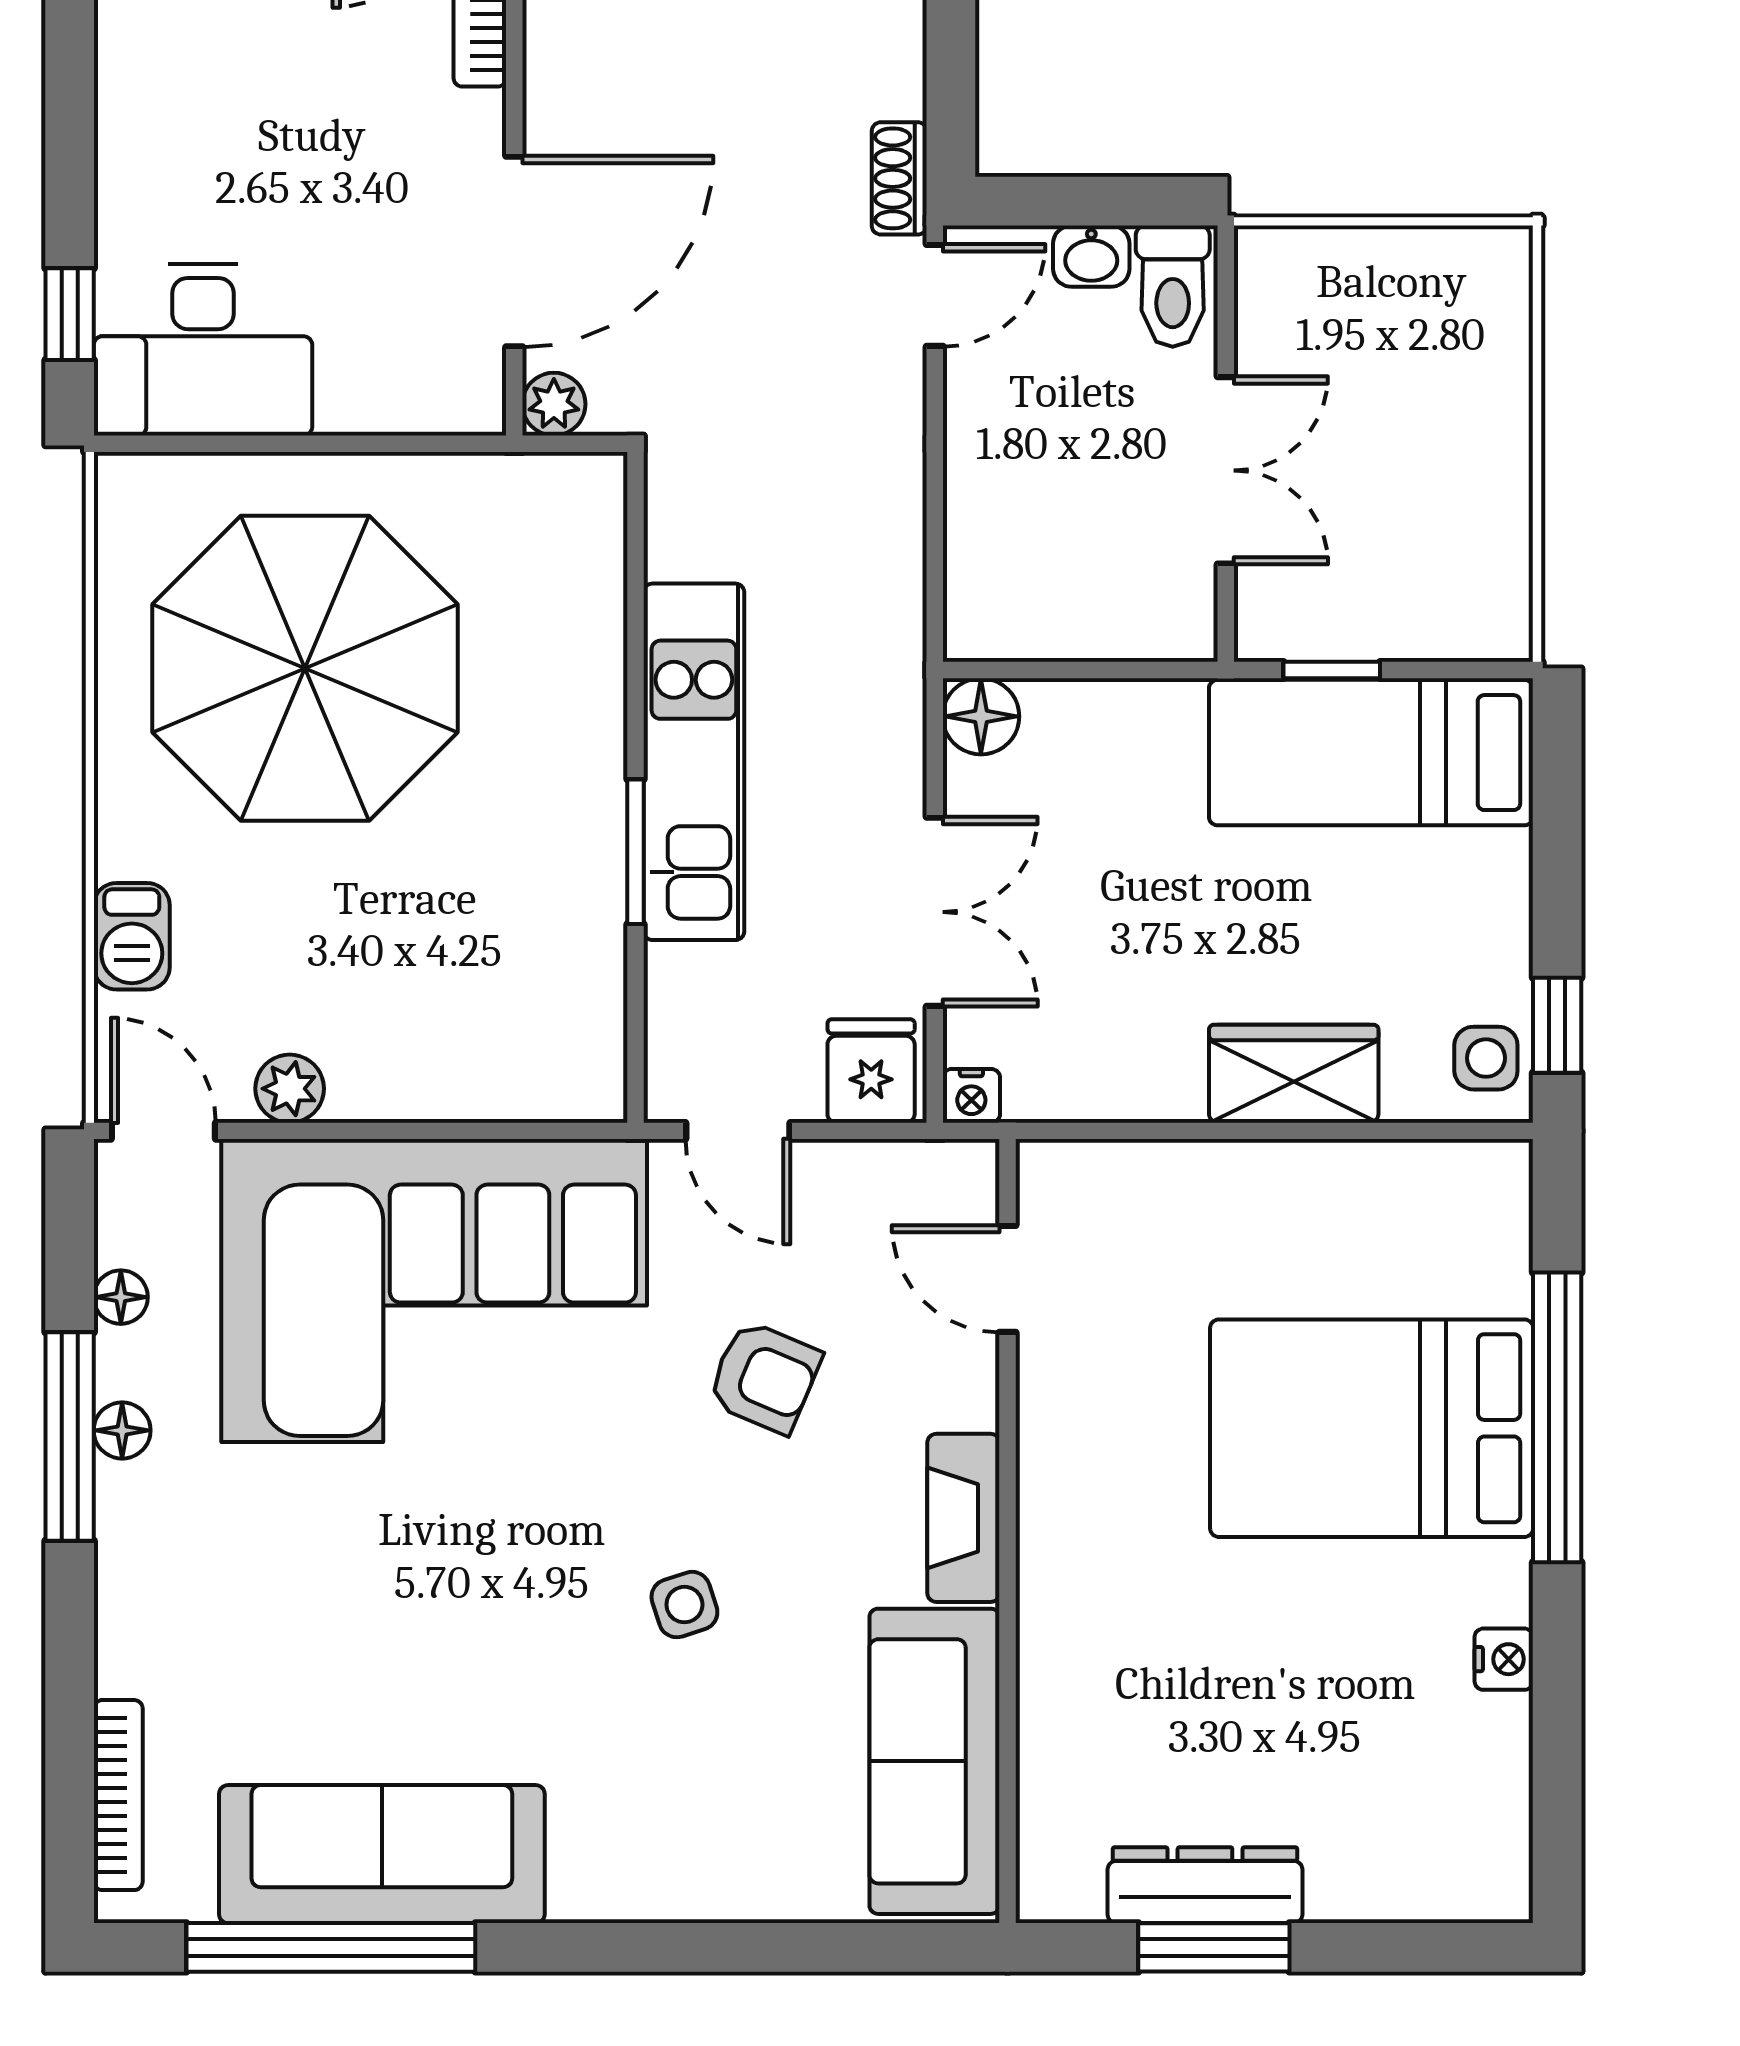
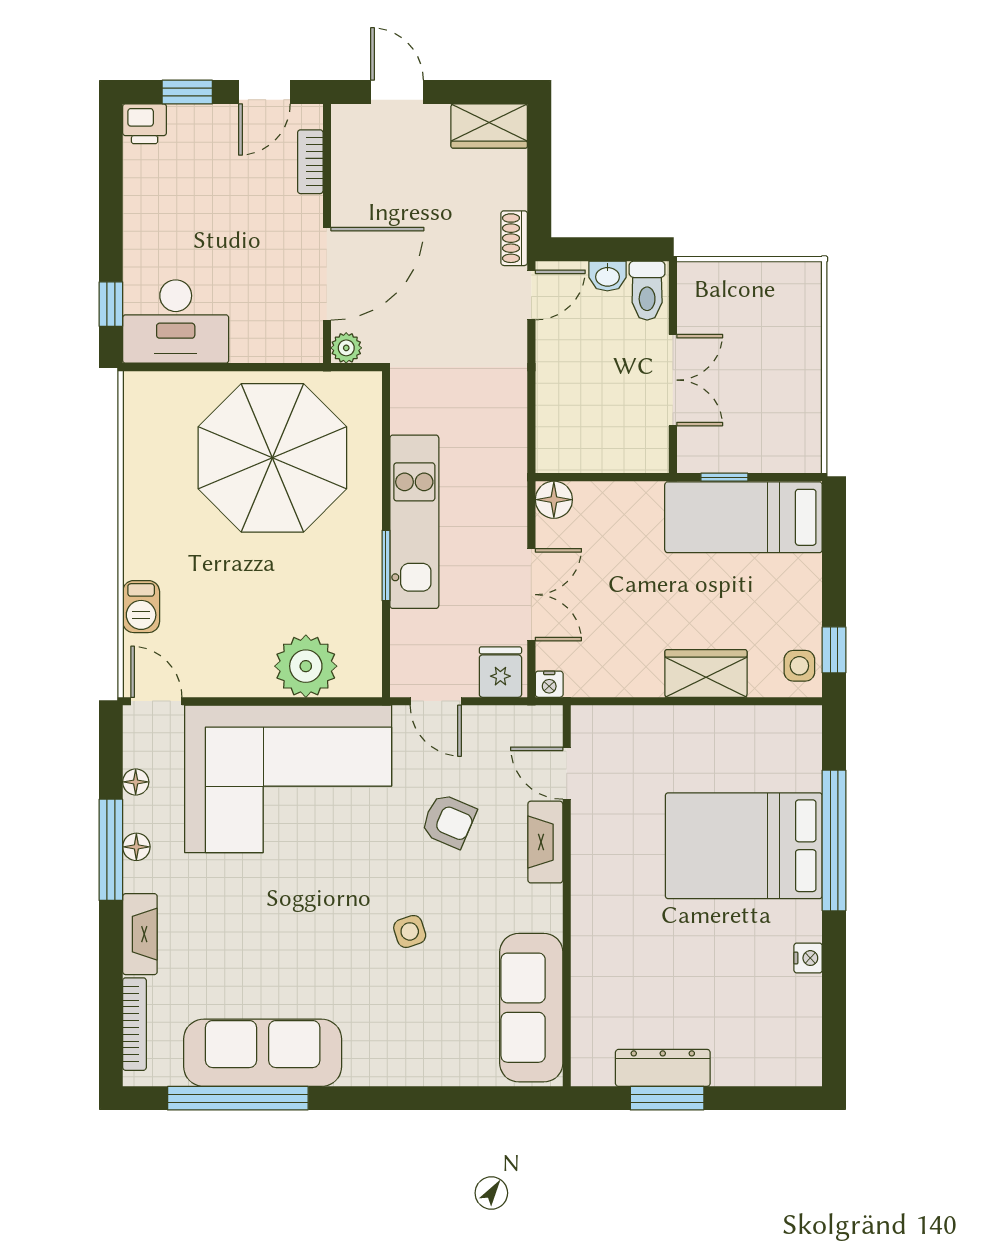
parasol: (305, 668) -> (272, 458), moved
plant: (290, 1089) -> (306, 666), moved, width x1.87, depth x1.87
fireplace: (963, 1518) -> (545, 842), moved
fireplace: (129, 1610) -> (140, 934), added

